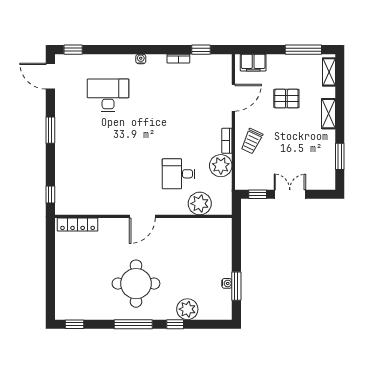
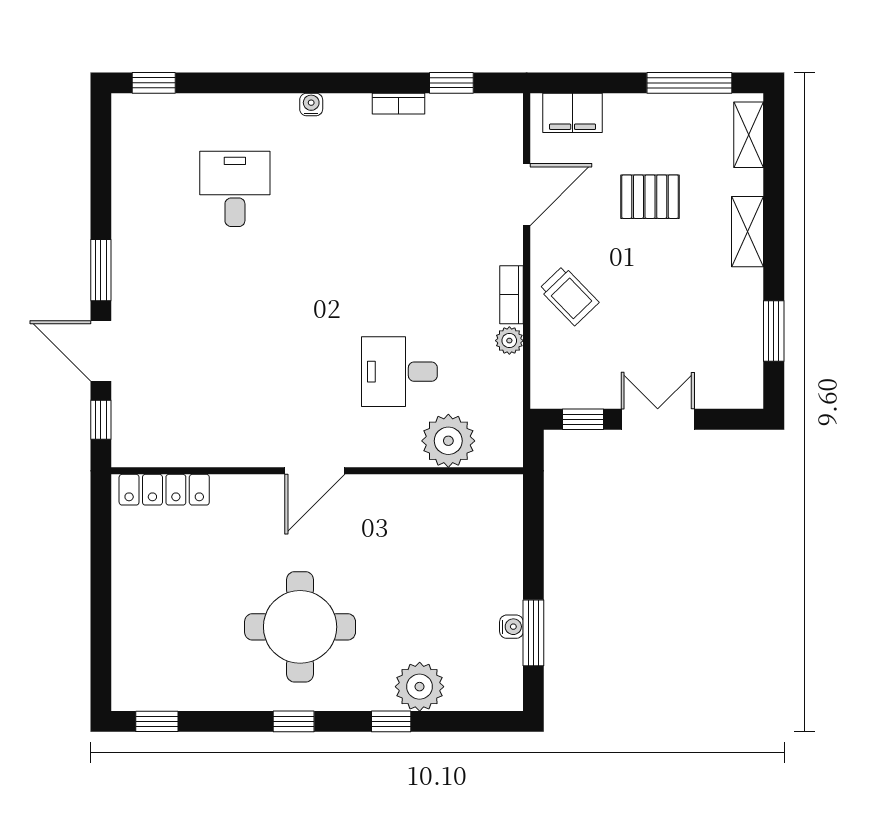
door: (50, 76) -> (101, 351), moved
desk: (108, 95) -> (235, 189), width x0.73
trolley: (252, 141) -> (569, 296), turned -69
plant: (221, 166) -> (509, 341), width x0.53, depth x0.53
window: (133, 324) -> (294, 721), width x0.46

